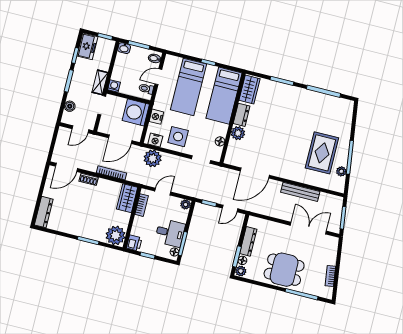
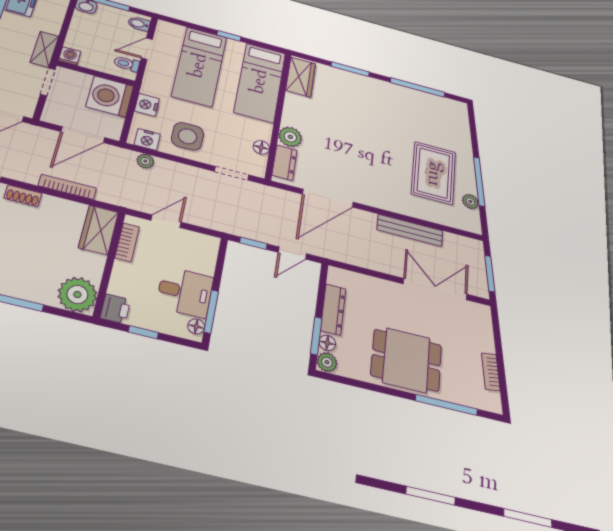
dresser: (242, 115) -> (285, 163), moved
plant: (153, 158) -> (145, 161), width x0.53, depth x0.53
plant: (186, 204) -> (210, 244), removed

